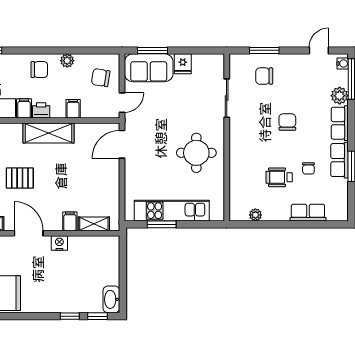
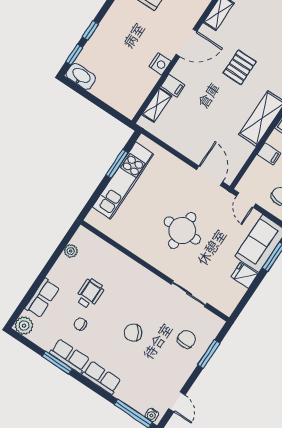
plant: (340, 96) -> (24, 326), moved
chair: (287, 122) -> (133, 333), turned 147
round table: (196, 153) -> (182, 230), moved

